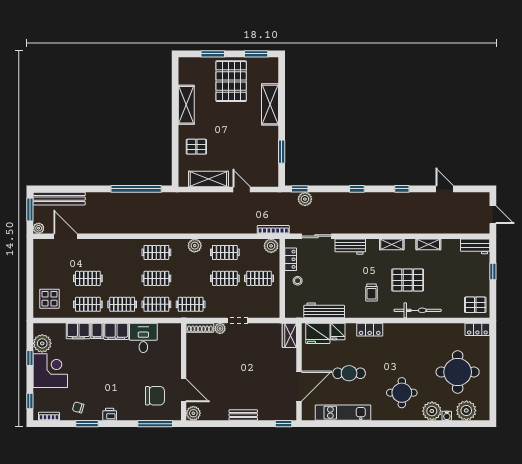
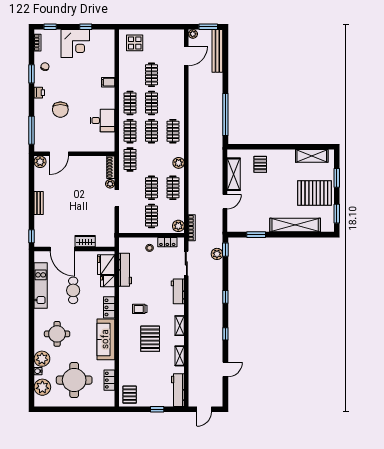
shelving: (270, 104) -> (295, 225), width x1.47
shelving: (186, 105) -> (312, 156), moved
workbench: (475, 246) -> (178, 390), width x1.38
clothes rail: (88, 304) -> (151, 103), moved
bicycle: (418, 310) -> (125, 347), removed
locker: (477, 329) -> (109, 380), moved
filing cabinet: (78, 331) -> (108, 67), removed
filing cabinet: (116, 331) -> (108, 98), removed
sofa: (408, 334) -> (106, 339), added
wardrobe: (289, 335) -> (85, 241), moved
plant: (42, 343) -> (98, 37), removed
chair: (155, 396) -> (60, 110), moved

